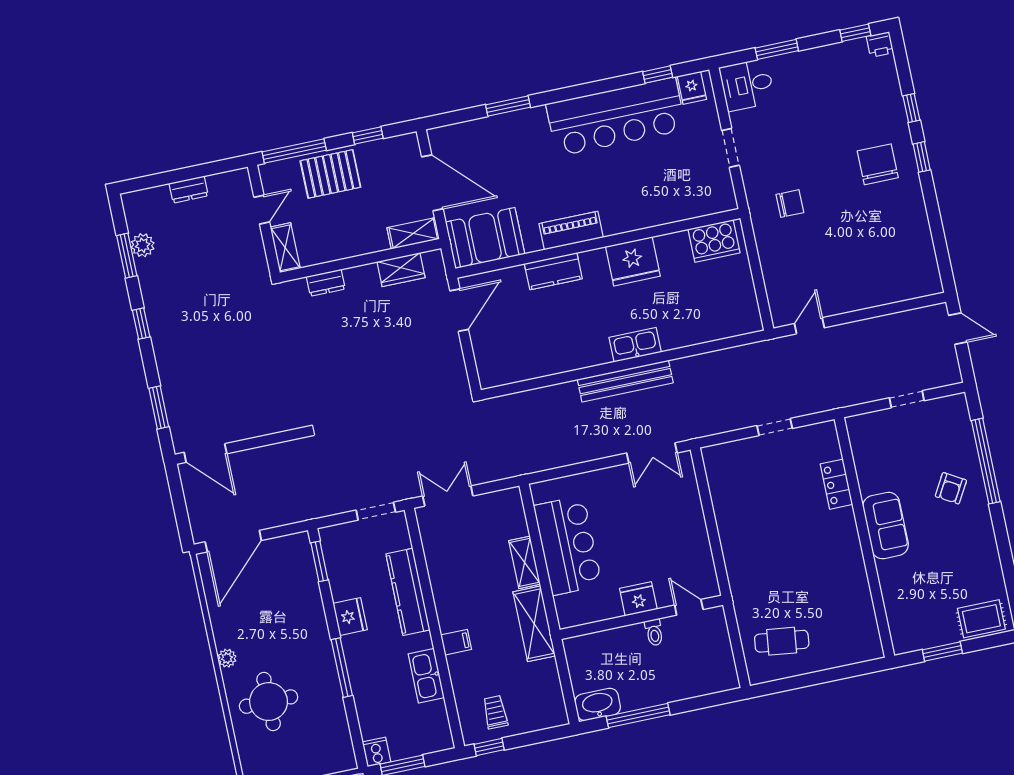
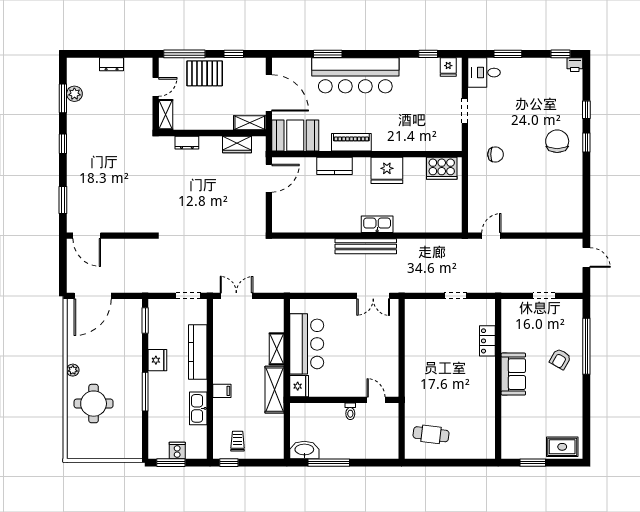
bar counter: (616, 117) -> (355, 75), moved
fridge: (638, 599) -> (299, 386), moved, turned 90
cooker: (376, 752) -> (177, 450), moved

